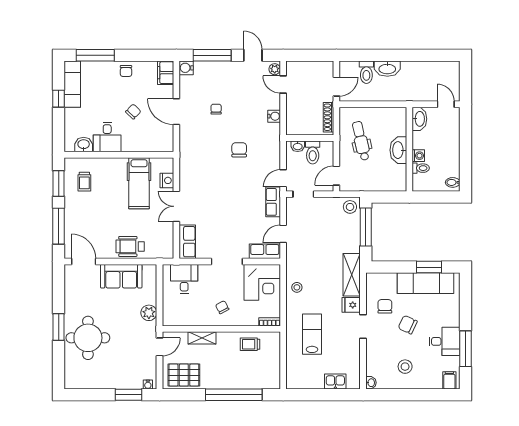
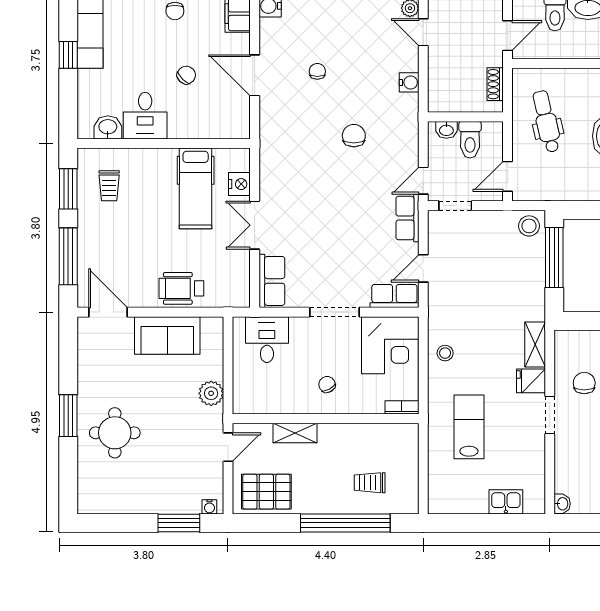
shoe rack: (329, 117) -> (495, 84), width x0.70
shelving: (352, 275) -> (535, 344), width x0.67, depth x0.75
round table: (88, 338) -> (115, 433), width x0.73, depth x0.73
trolley: (250, 344) -> (370, 483), moved

